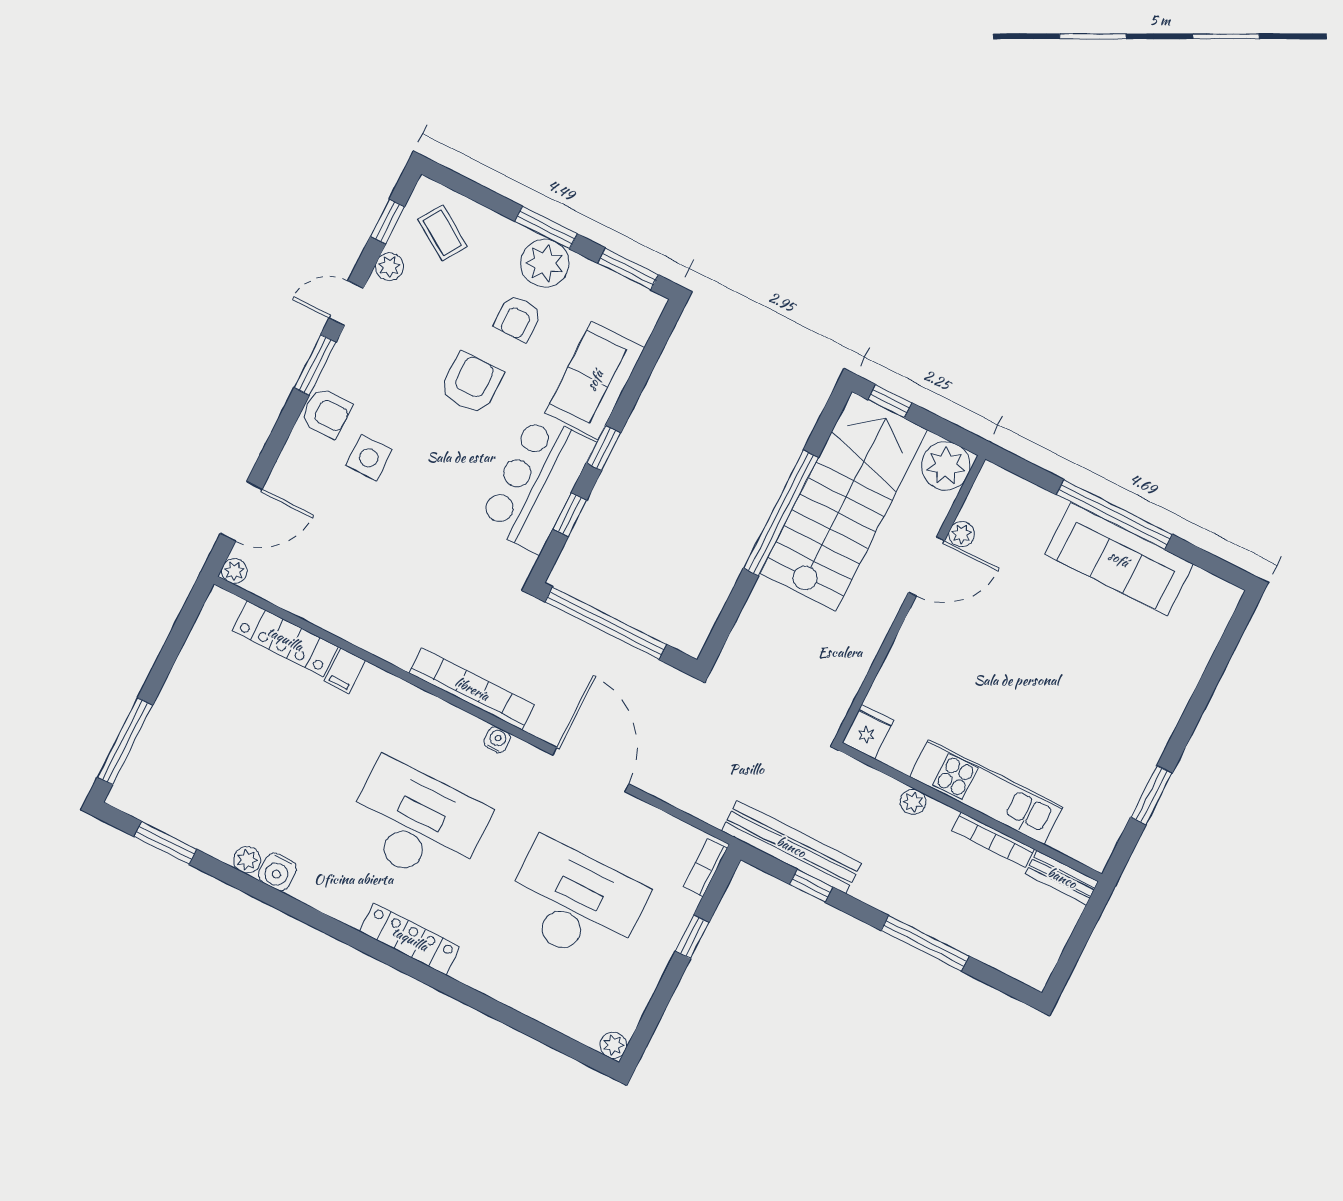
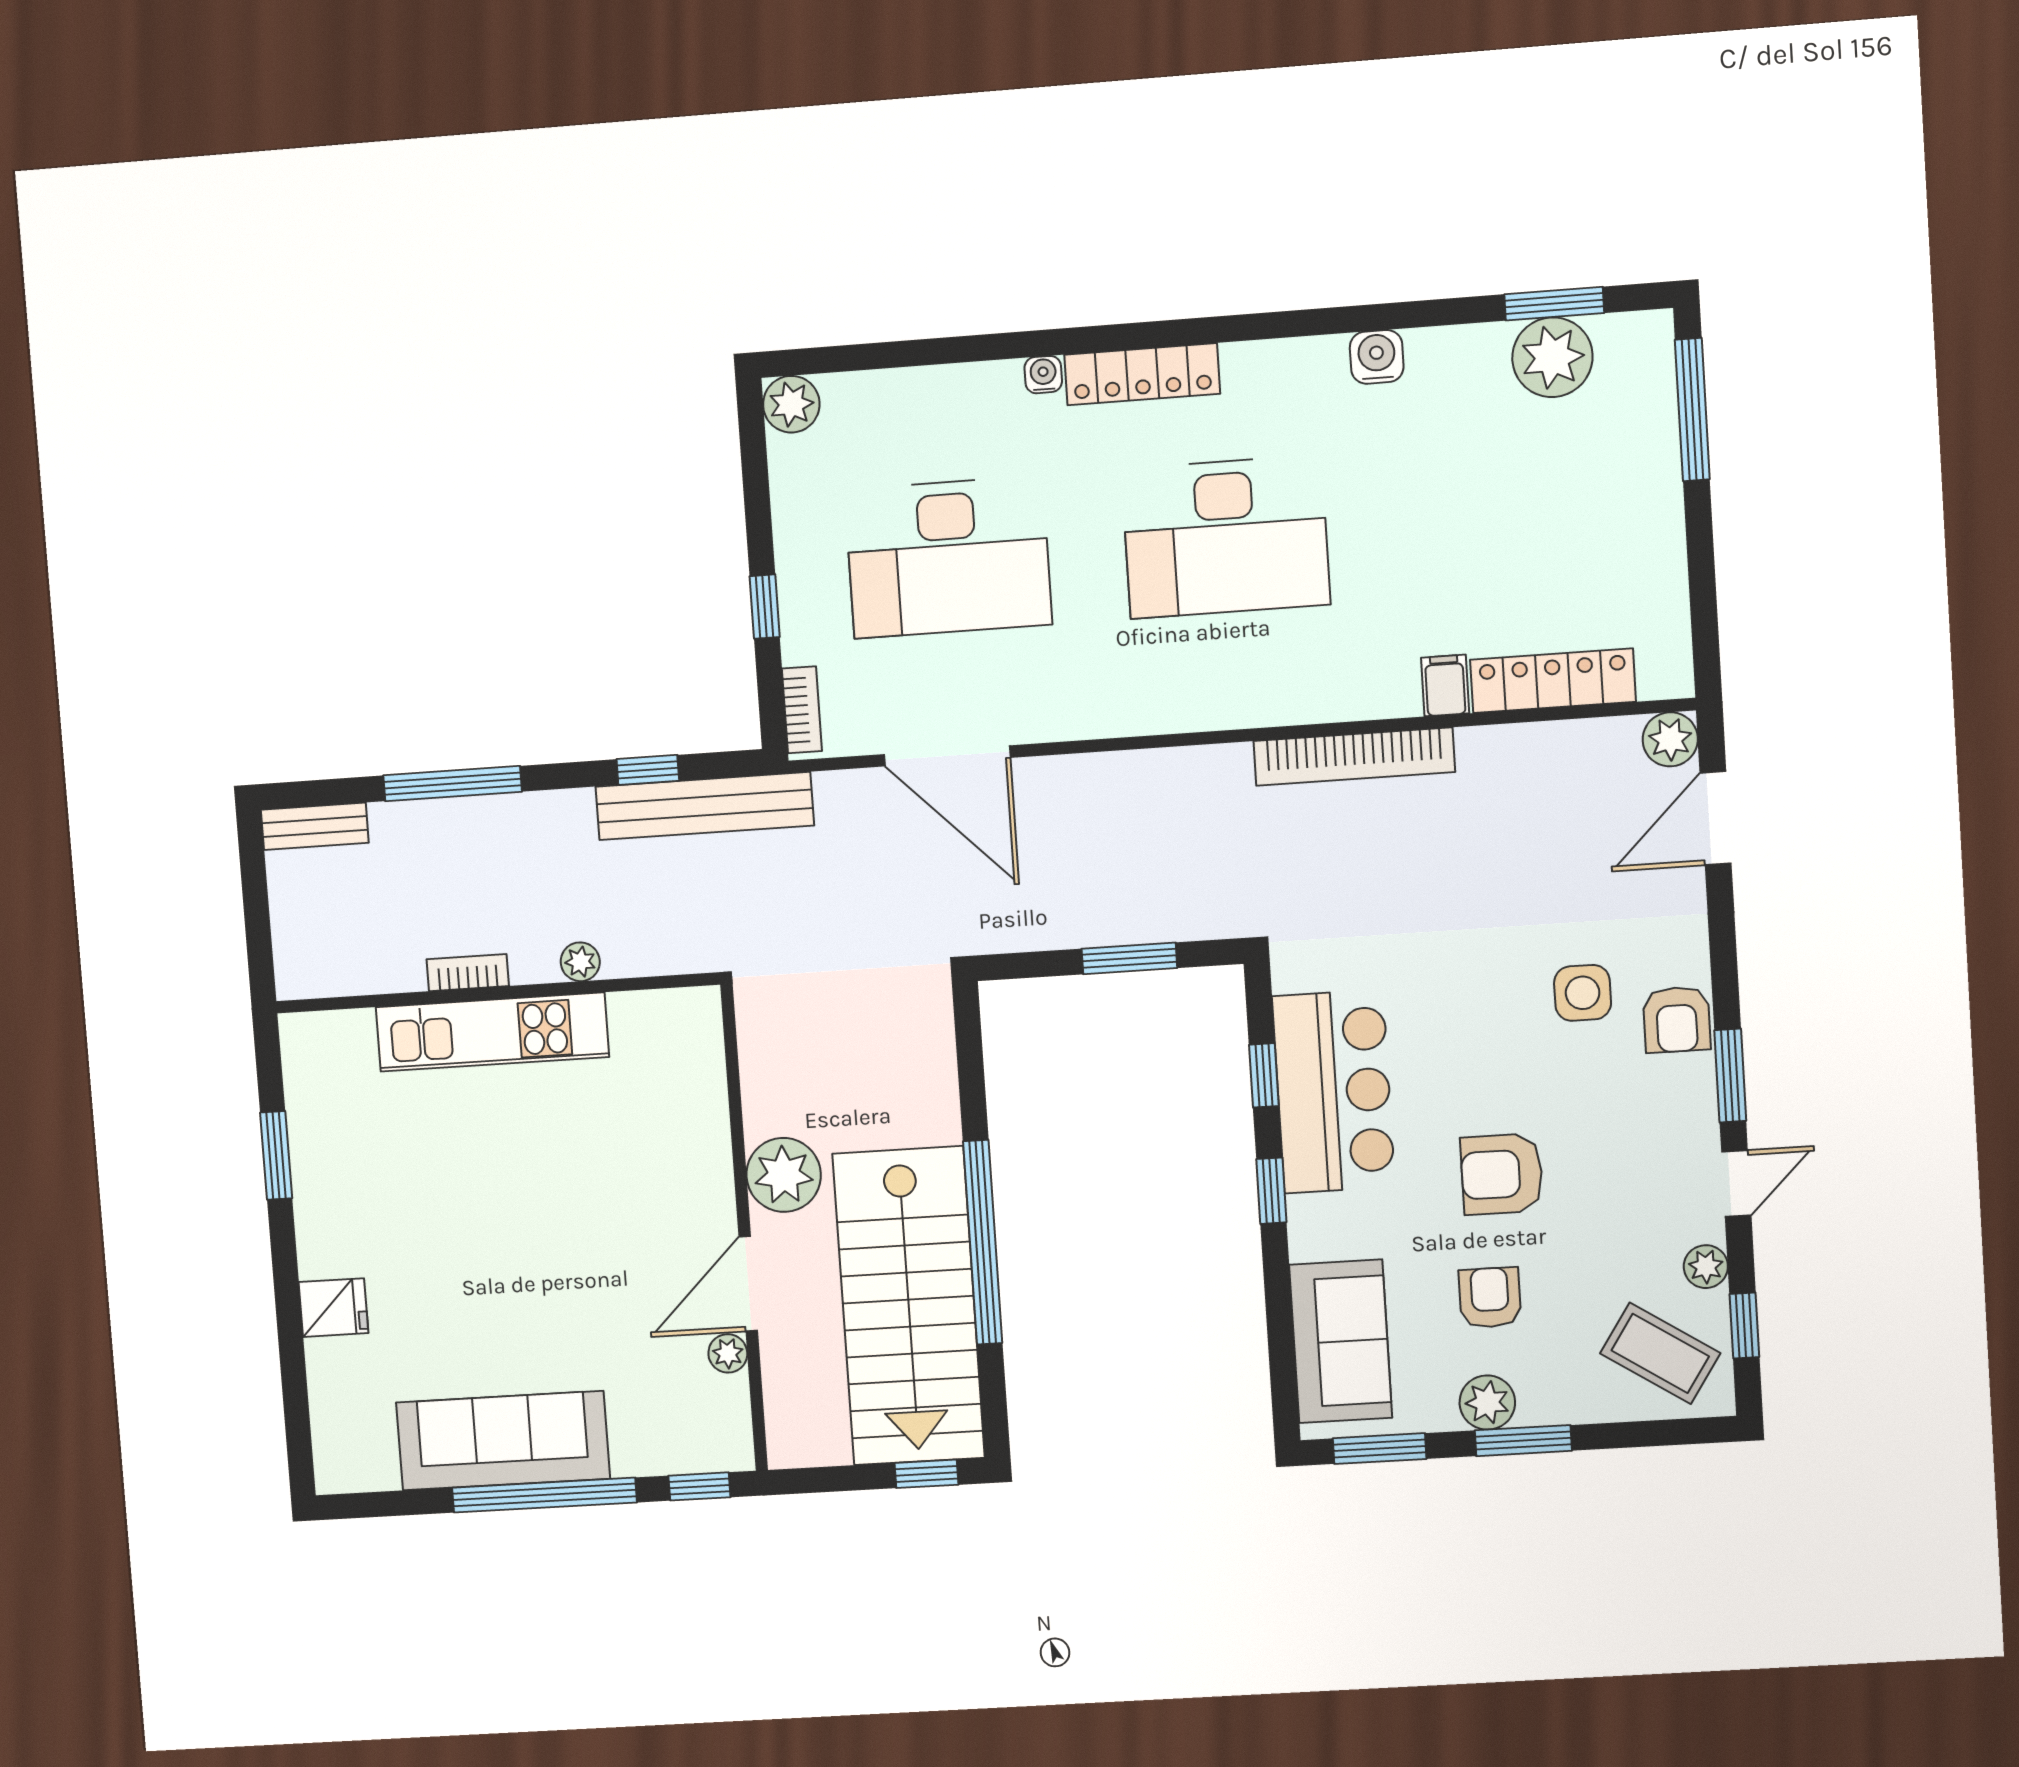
coffee table: (442, 233) -> (1660, 1353), width x1.36, depth x1.30
plant: (545, 263) -> (1487, 1402), width x0.73, depth x0.73
sofa: (595, 380) -> (1341, 1341), moved
armchair: (471, 383) -> (1502, 1174), turned 90
armchair: (326, 413) -> (1677, 1019), turned -90
plant: (946, 466) -> (784, 1175), moved
window: (1023, 468) -> (699, 1486), added
plant: (234, 571) -> (1670, 739), width x1.38, depth x1.38
window: (606, 623) -> (1129, 958), width x0.47
bookcase: (472, 689) -> (1354, 757), moved
fridge: (868, 732) -> (334, 1308), moved, turned -90
water cooler: (497, 740) -> (1043, 375), moved, turned 180
door: (591, 770) -> (947, 756), moved
bookcase: (993, 840) -> (468, 973), width x0.64
plant: (247, 860) -> (1552, 357), moved, width x1.87, depth x1.87
bench: (1062, 878) -> (315, 826), moved
plant: (613, 1045) -> (791, 404), width x1.38, depth x1.38

